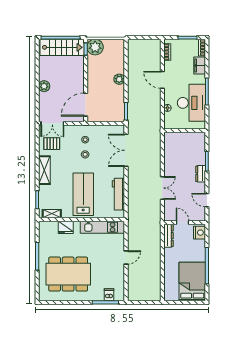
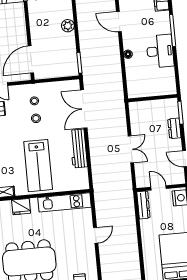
desk: (191, 103) -> (160, 51), width x0.73, depth x0.77
wall: (185, 131) -> (153, 98), moved
lab bench: (83, 194) -> (38, 166), turned 180
workbench: (118, 194) -> (79, 149), moved

